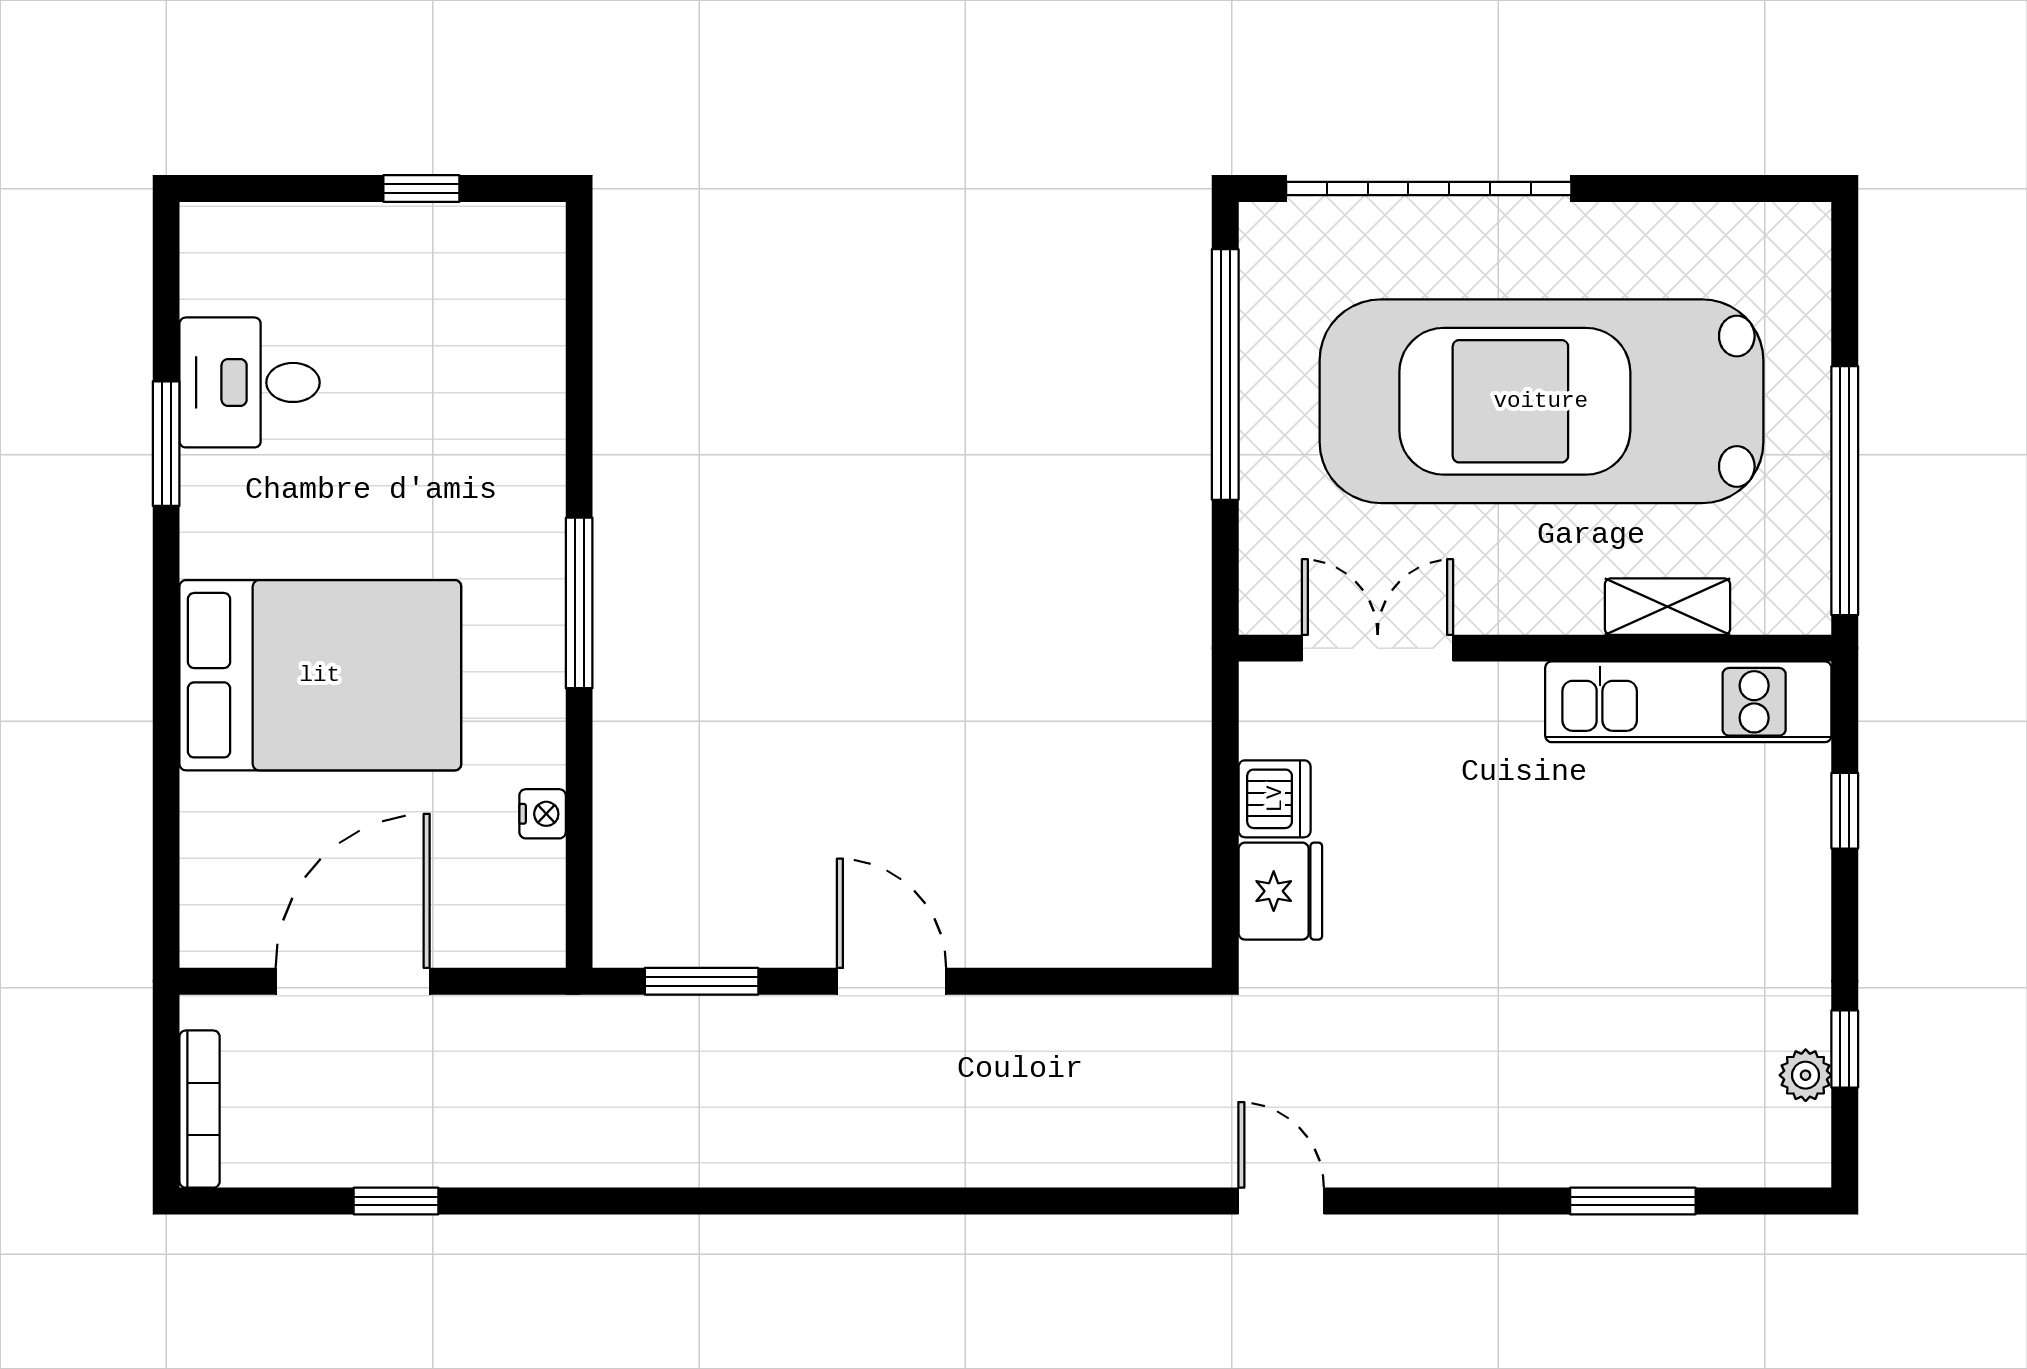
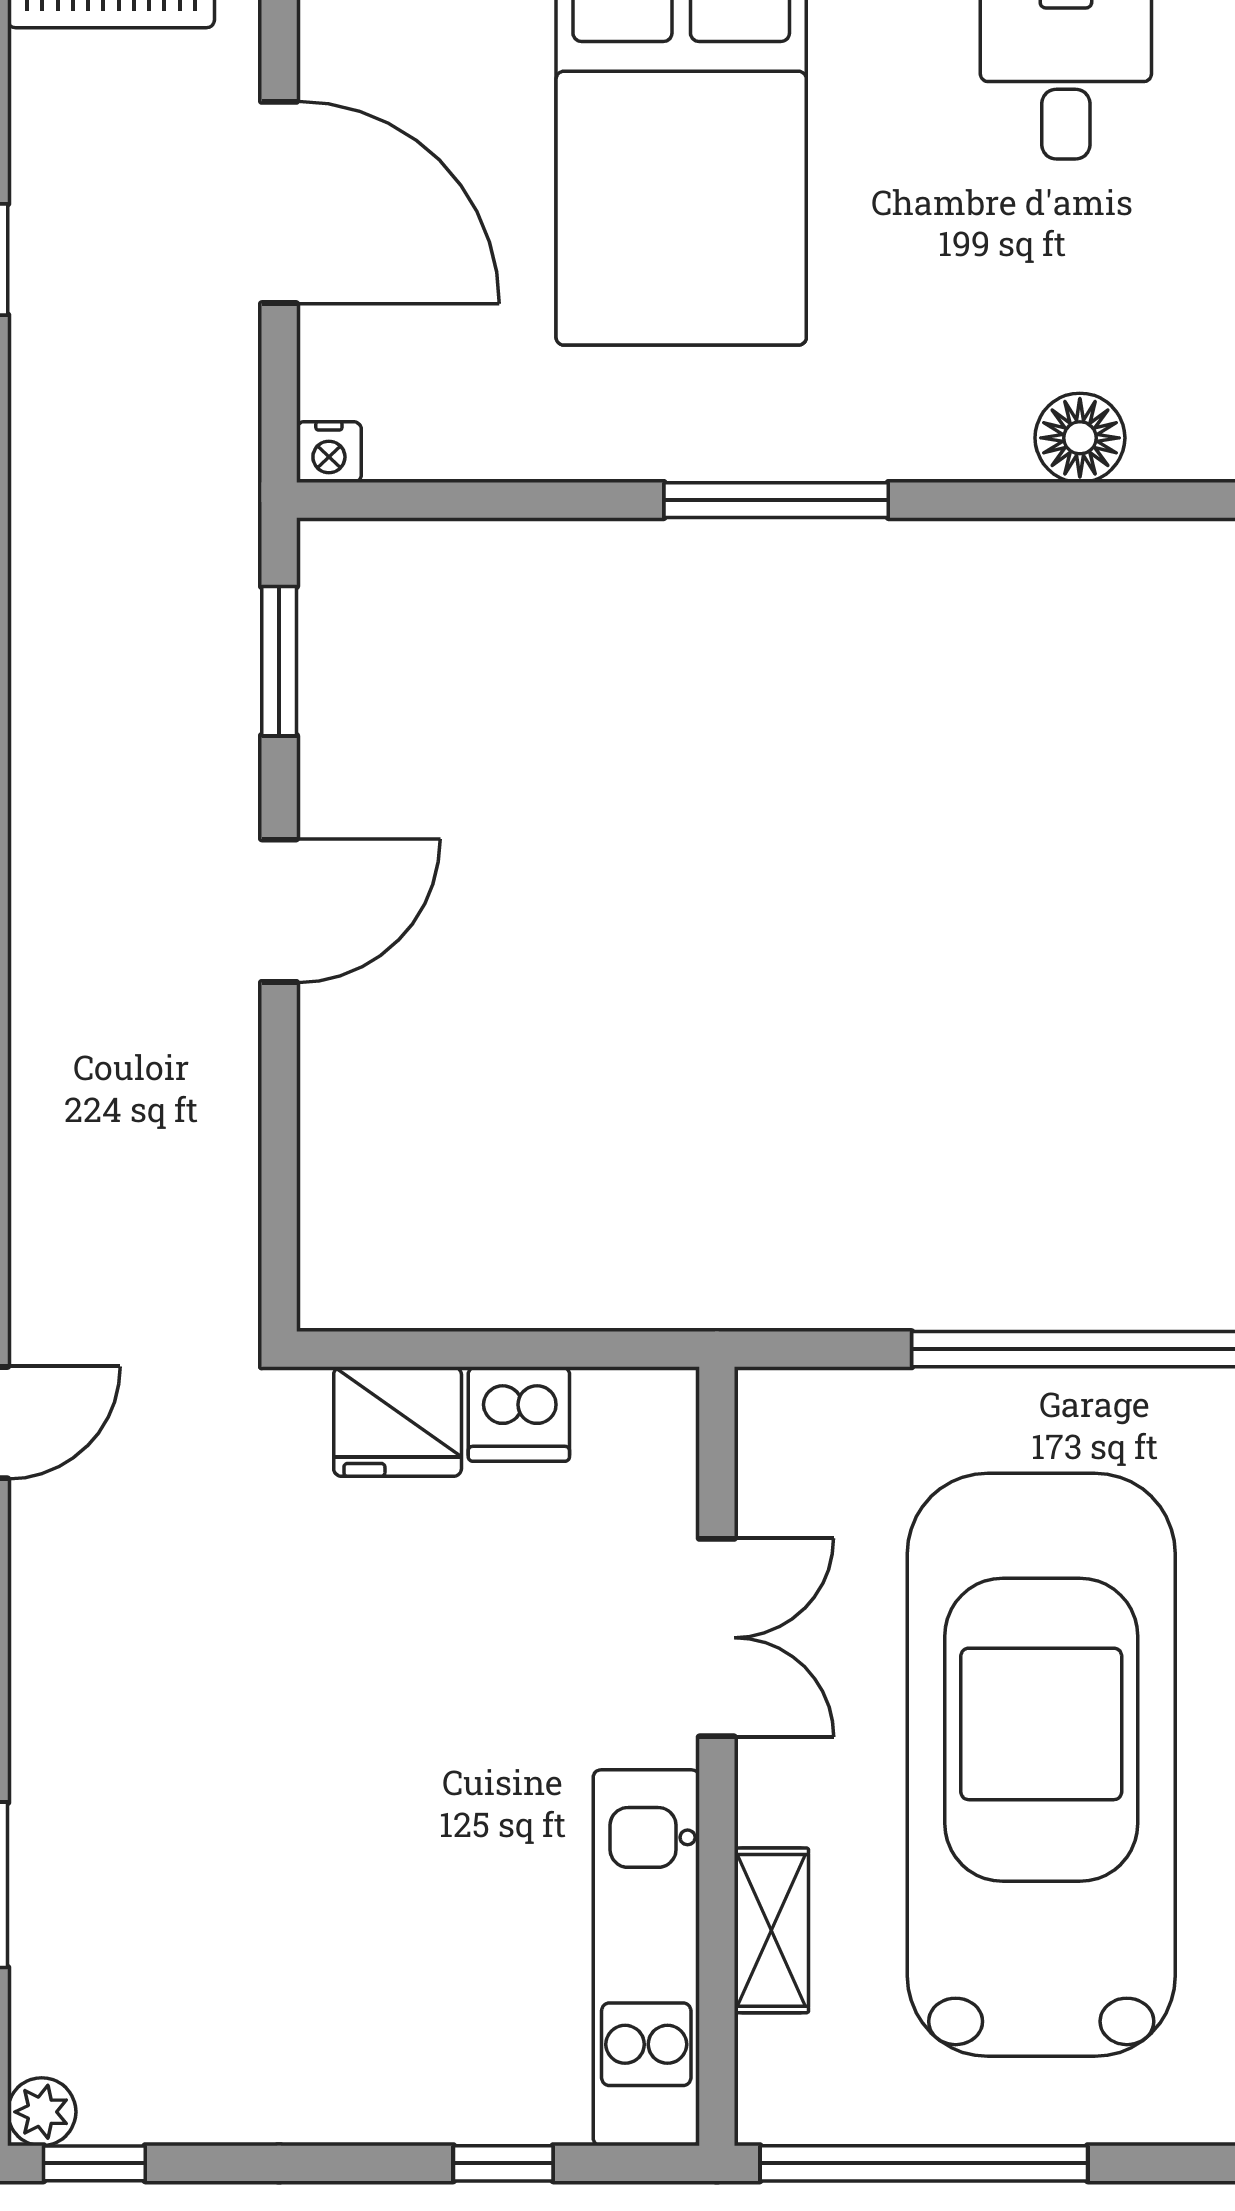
floor lamp: (532, 372) -> (1080, 438), added
double door: (1378, 648) -> (717, 1638), moved
nightstand: (543, 814) -> (329, 452), moved
window: (1845, 1049) -> (94, 2163), moved
plant: (1806, 1075) -> (42, 2112), moved

